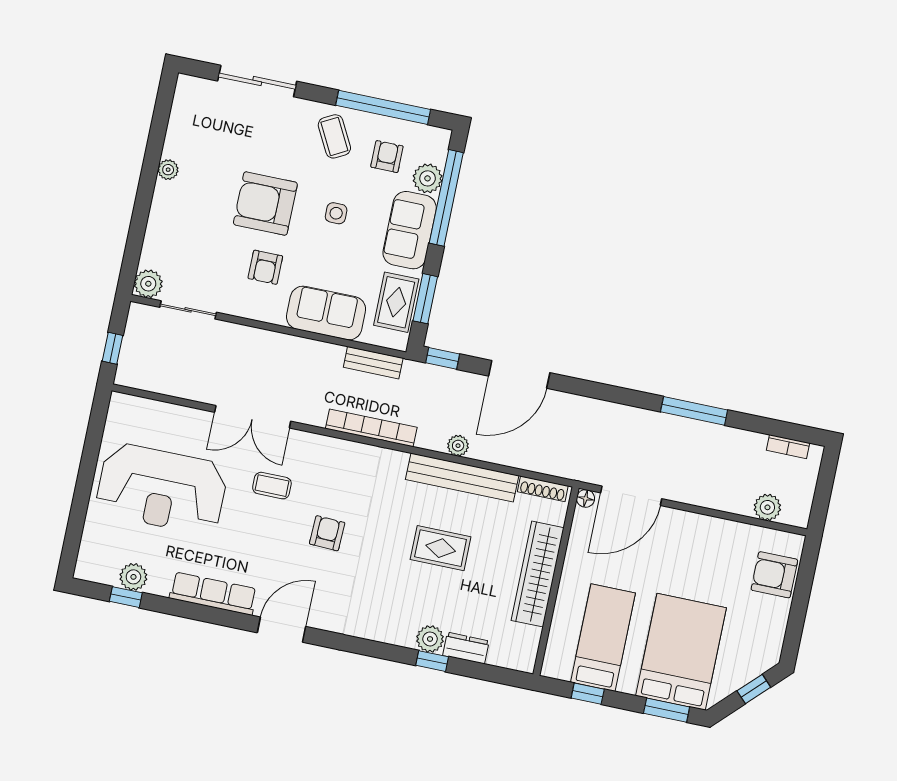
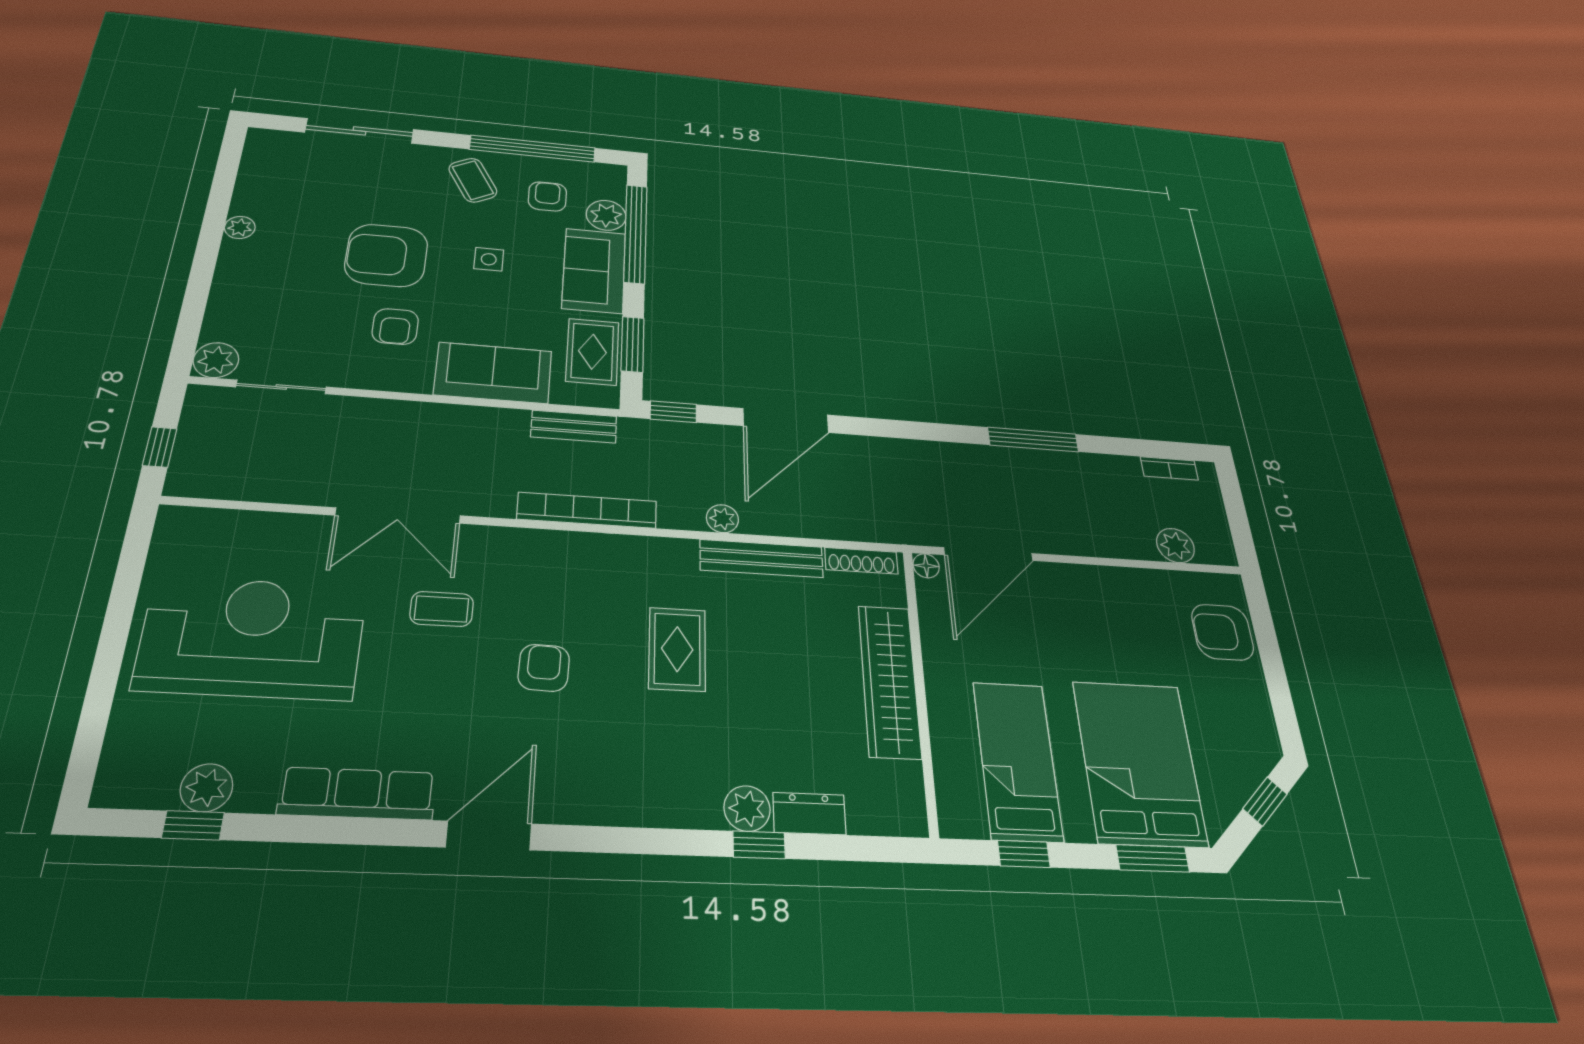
bench: (462, 478) -> (762, 558), width x0.73, depth x0.82
reception desk: (162, 489) -> (252, 638), turned 180
rug: (441, 548) -> (677, 649), moved, turned 90

